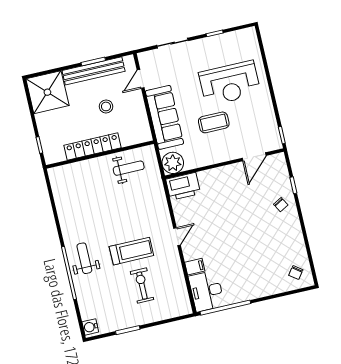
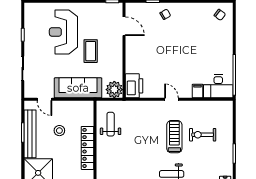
reception desk: (230, 83) -> (63, 32), turned 180

